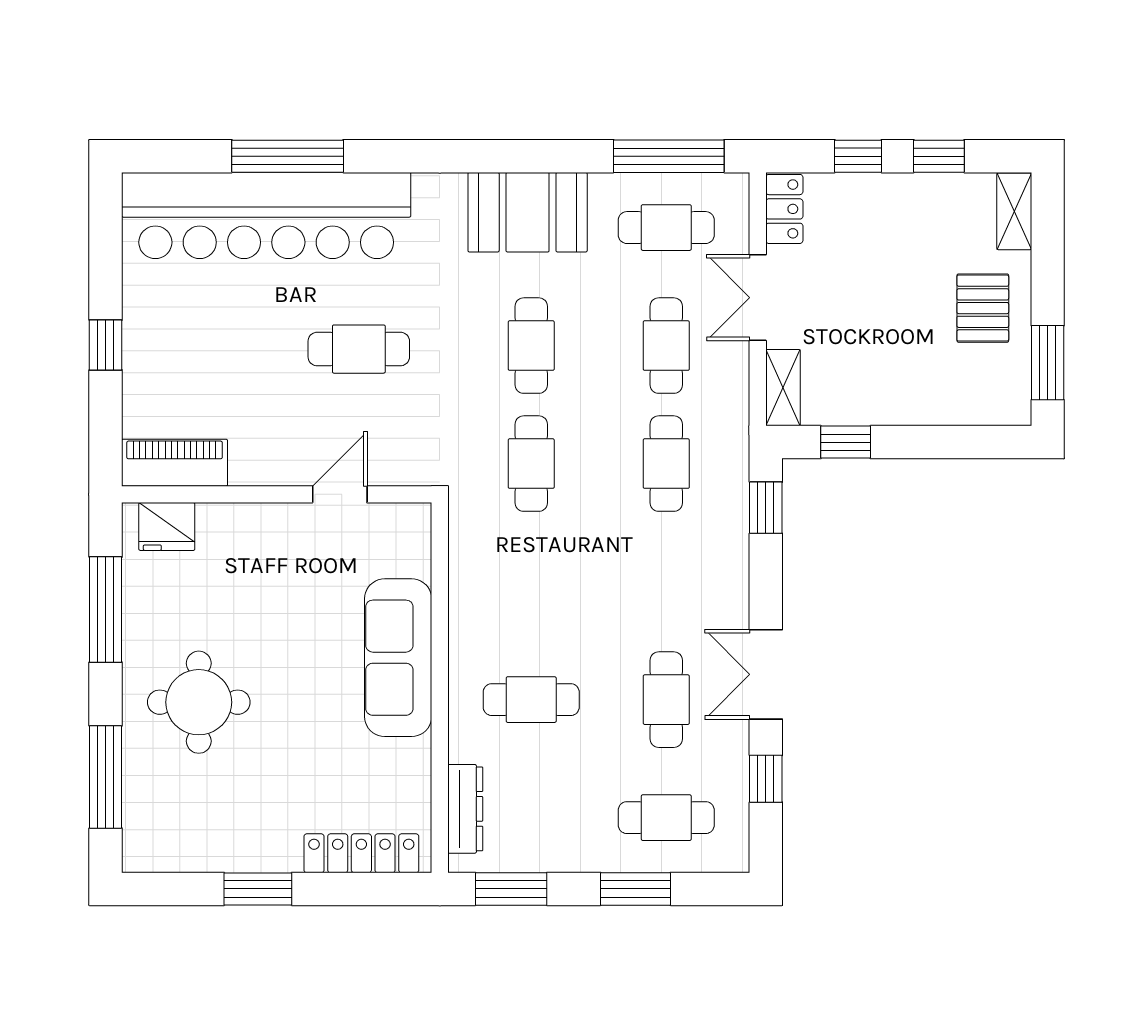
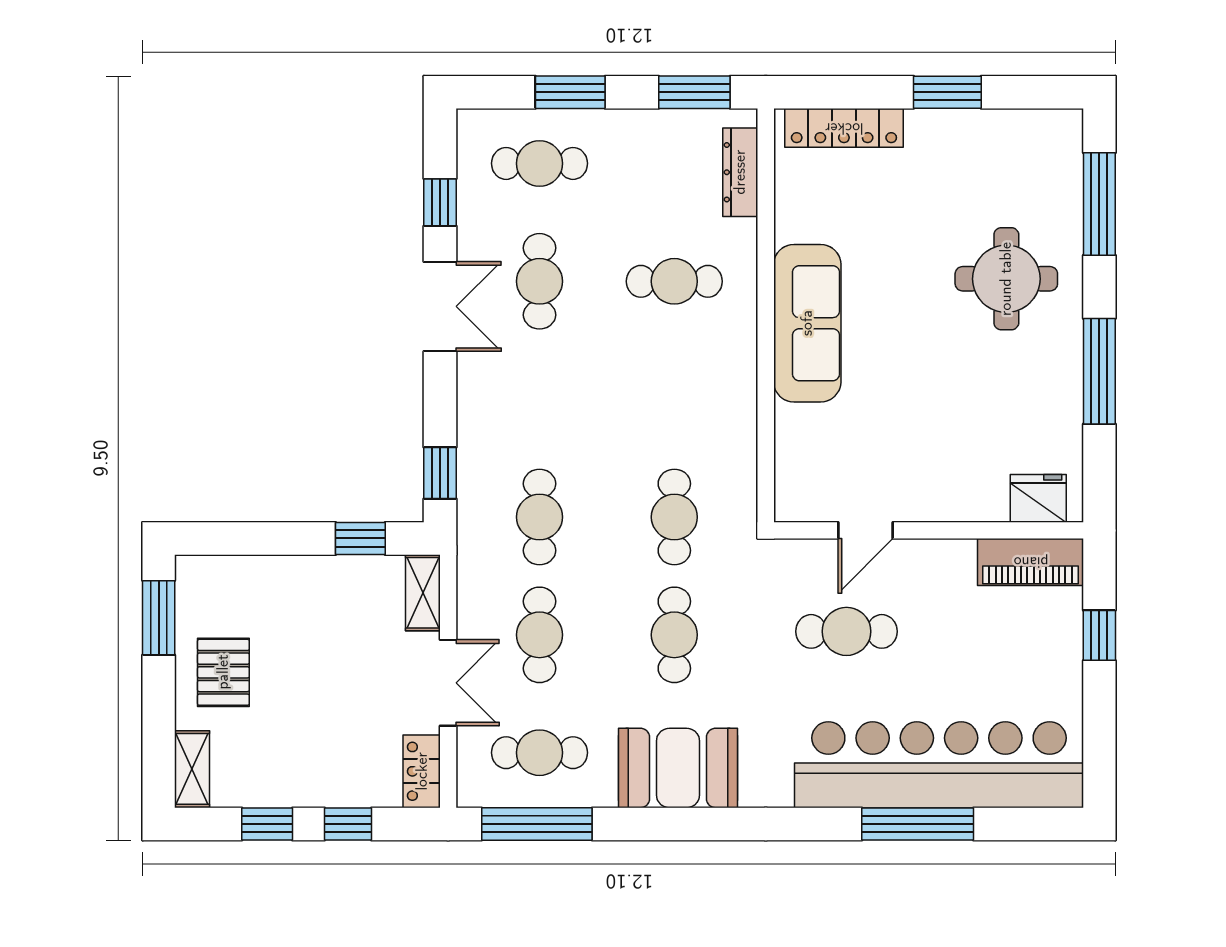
piano: (175, 463) -> (1031, 562), moved
wall: (277, 494) -> (929, 530), moved
door: (340, 494) -> (865, 530), moved
fridge: (167, 526) -> (1038, 498), moved

